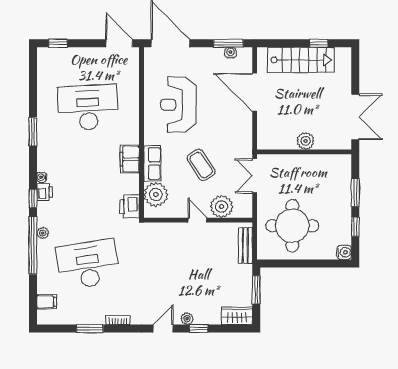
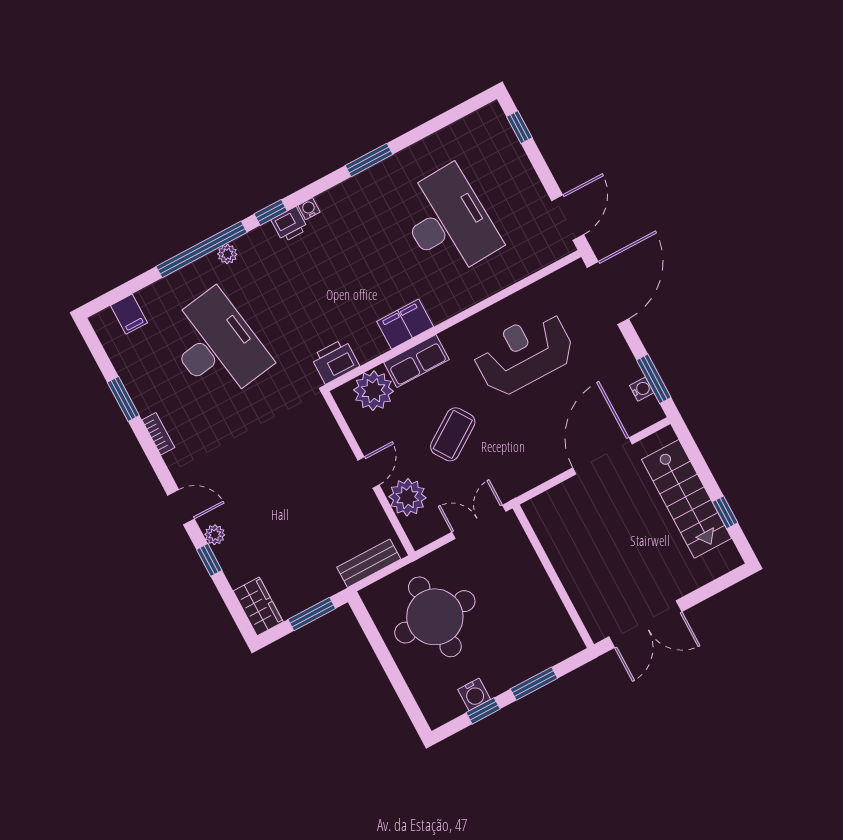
plant: (306, 141) -> (571, 570), removed
water cooler: (344, 252) -> (474, 694), moved

